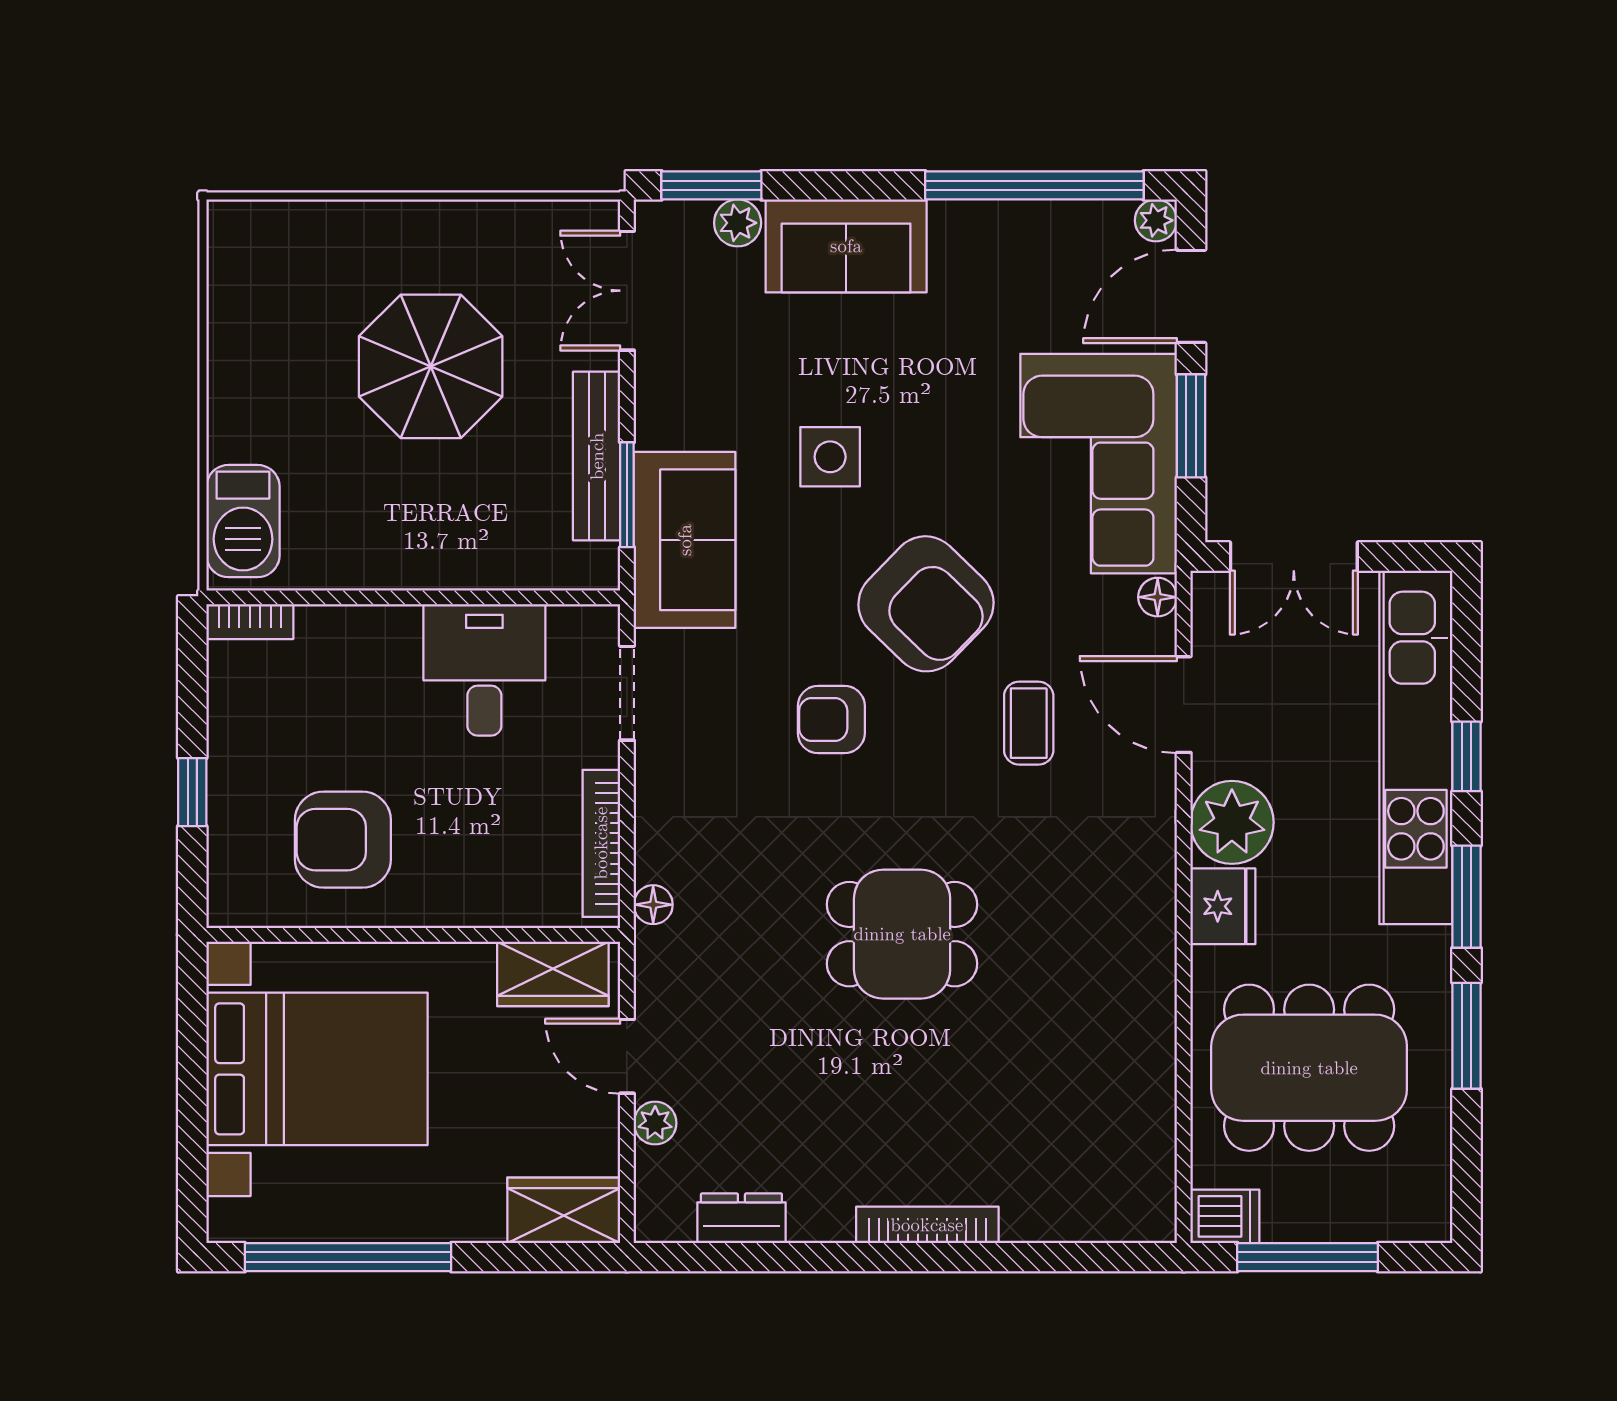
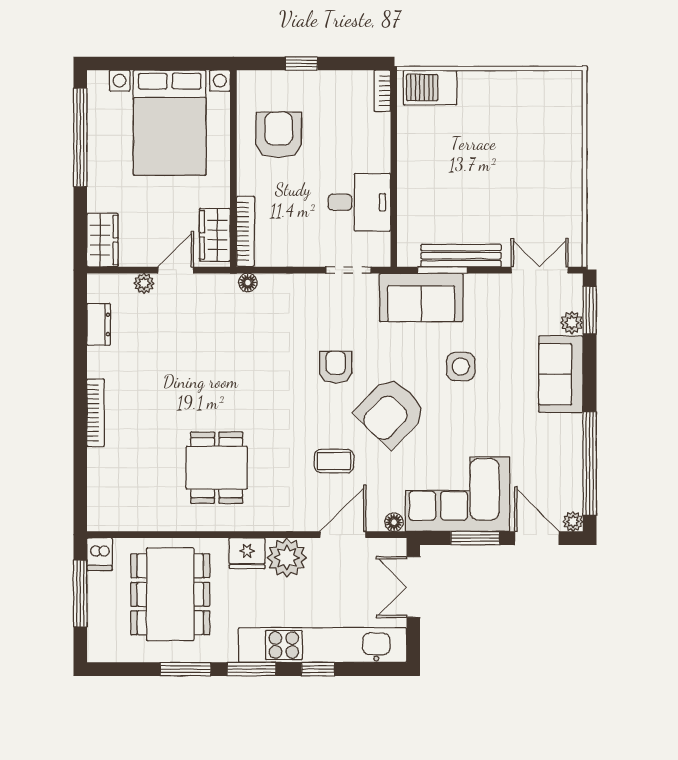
parasol: (431, 366) -> (504, 177), removed
bookcase: (601, 843) -> (246, 231), moved, turned 90
dining table: (902, 934) -> (217, 468), moved

